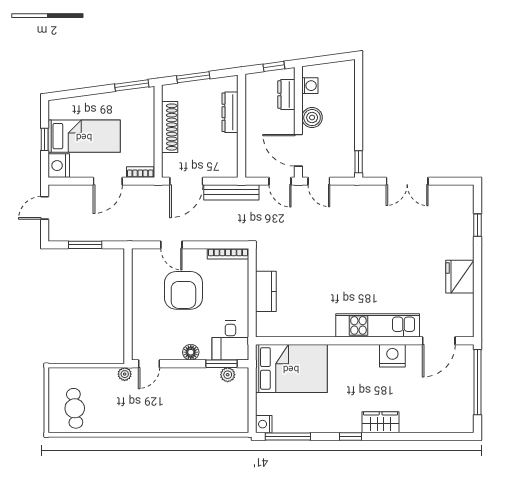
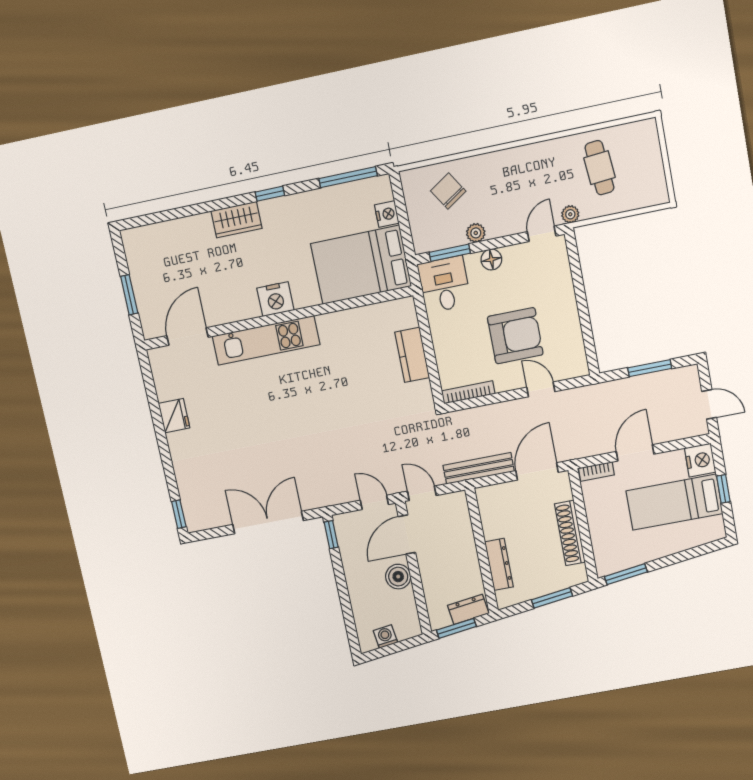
window: (274, 66) -> (456, 628), width x1.50
washing machine: (310, 86) -> (385, 637), moved, turned 82
dresser: (286, 94) -> (468, 609), moved, turned -98
door: (298, 150) -> (407, 534), swing flipped
double door: (407, 181) -> (268, 523), width x1.37
door: (45, 208) -> (709, 404), hinge flipped
window: (477, 225) -> (179, 514), moved
fridge: (460, 277) -> (174, 416), width x0.73, depth x0.75
armchair: (183, 290) -> (515, 336), turned 90
nightstand: (392, 356) -> (275, 299), moved
plant: (228, 375) -> (476, 233), moved
window: (477, 382) -> (129, 295), width x0.47
cafe table: (75, 408) -> (599, 168), moved
chair: (214, 410) -> (448, 191), added
nightstand: (264, 424) -> (387, 214), moved

